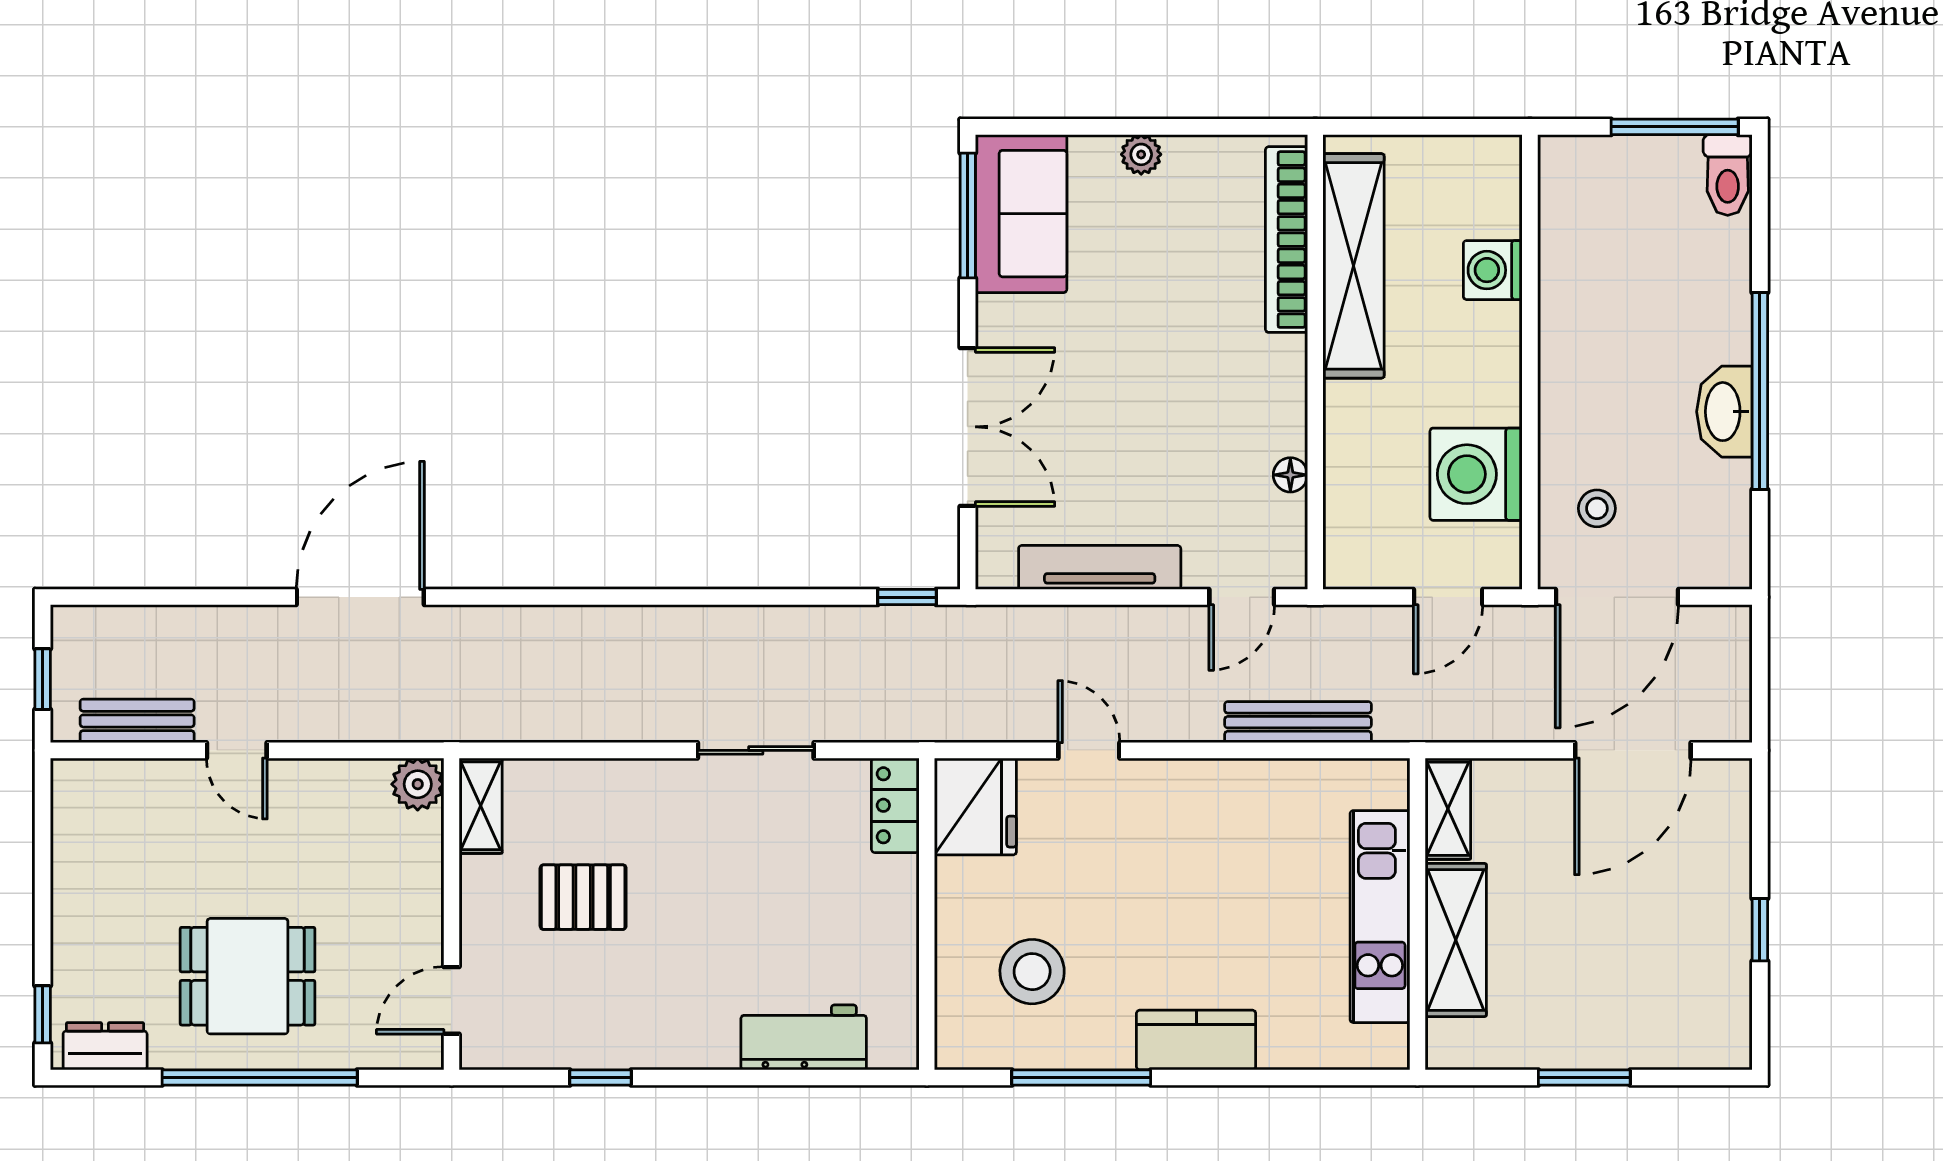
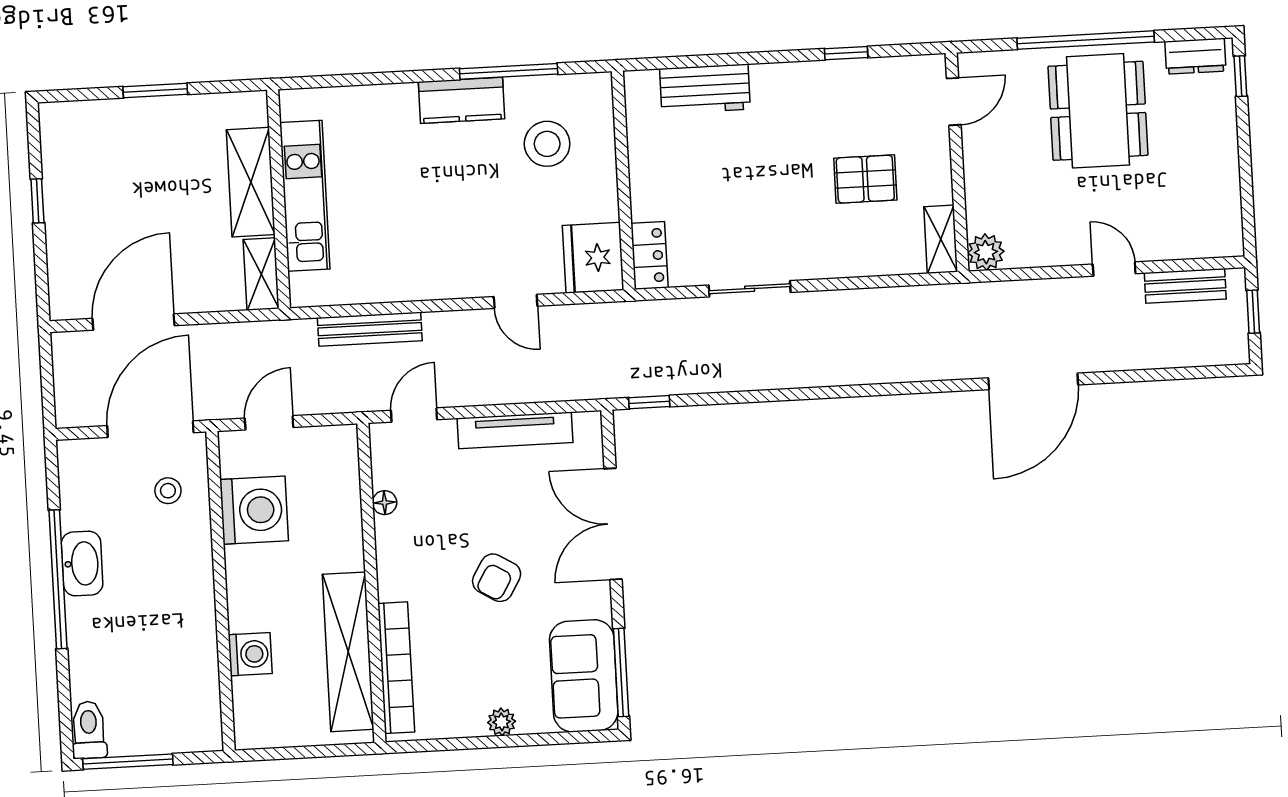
armchair: (1137, 360) -> (497, 578), added
dining table: (248, 976) -> (1098, 111), width x1.38
kitchen counter: (1196, 1040) -> (461, 100), moved

